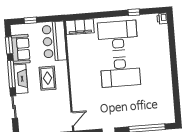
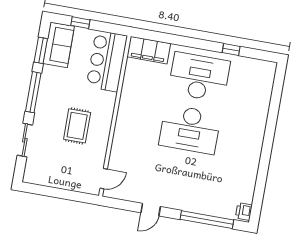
printer: (162, 18) -> (244, 212), moved
sofa: (21, 49) -> (59, 45), moved
rug: (48, 78) -> (77, 126), moved
fireplace: (21, 79) -> (45, 102), removed

